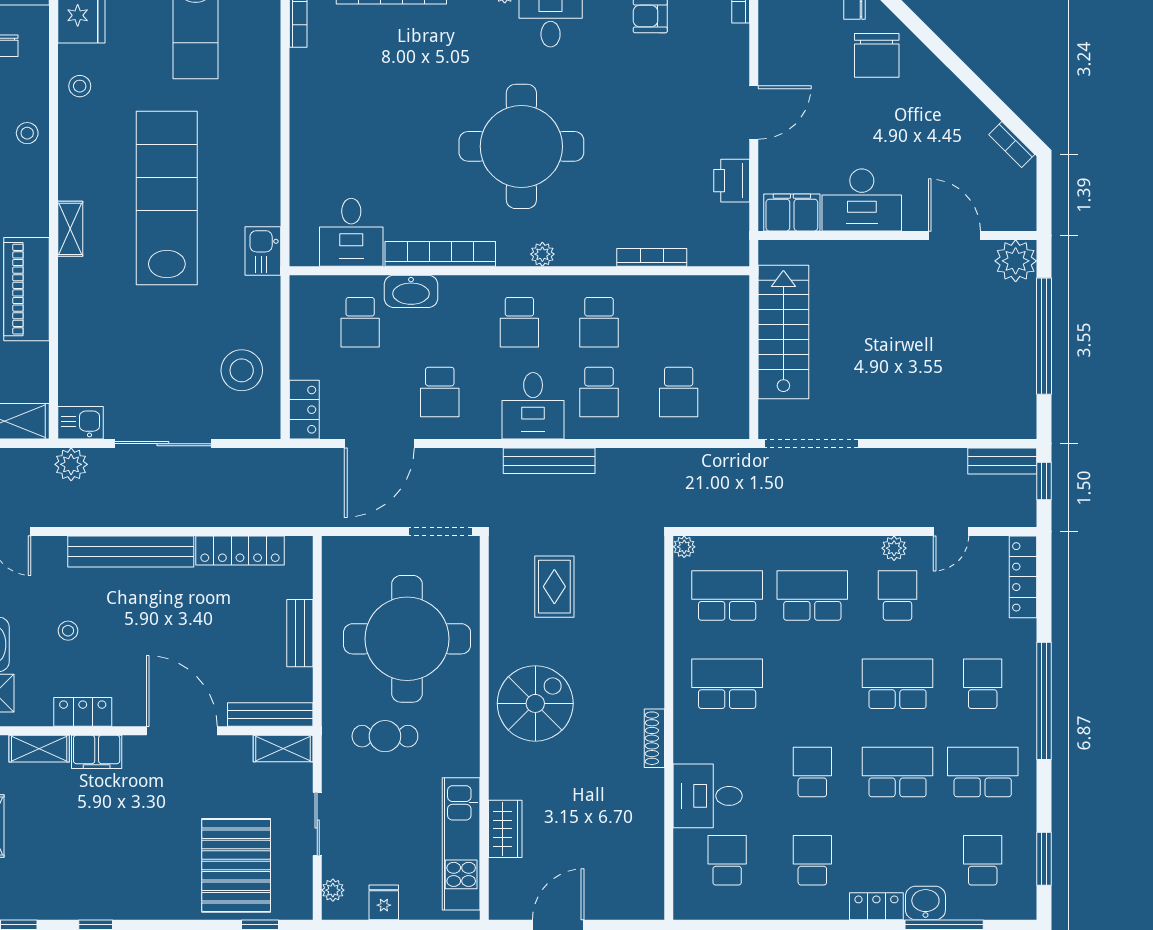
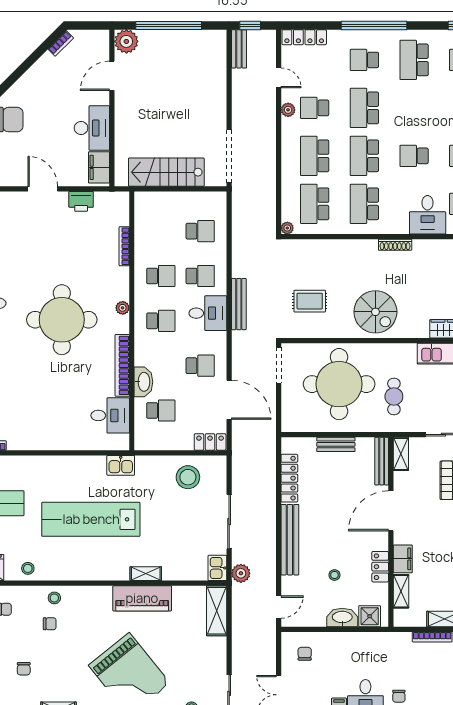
shelving: (70, 229) -> (146, 574), moved
spiral stairs: (535, 703) -> (375, 312), turned 180
school desk: (898, 772) -> (364, 156), moved

